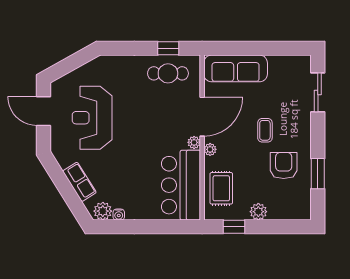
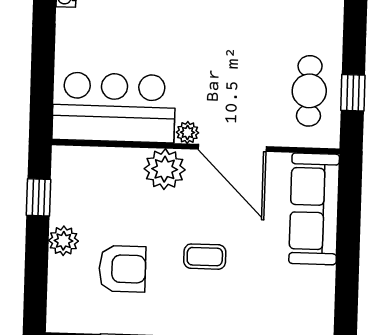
plant: (210, 149) -> (165, 169), width x1.88, depth x1.88
armchair: (284, 165) -> (122, 269), moved
rug: (221, 188) -> (106, 177), removed

